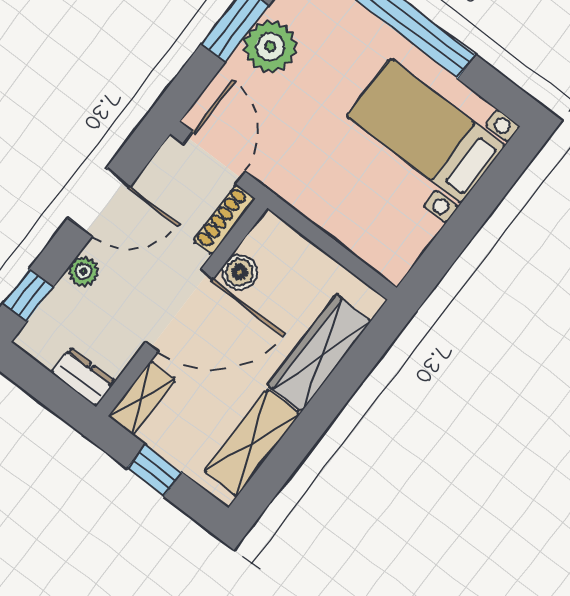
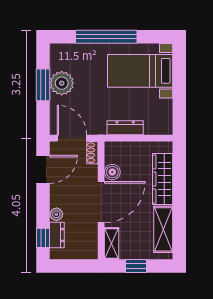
door: (99, 202) -> (43, 169), moved
dresser: (322, 211) -> (125, 128), added
shoe rack: (224, 220) -> (92, 153), width x0.70
dresser: (83, 377) -> (57, 235), moved, turned 90

